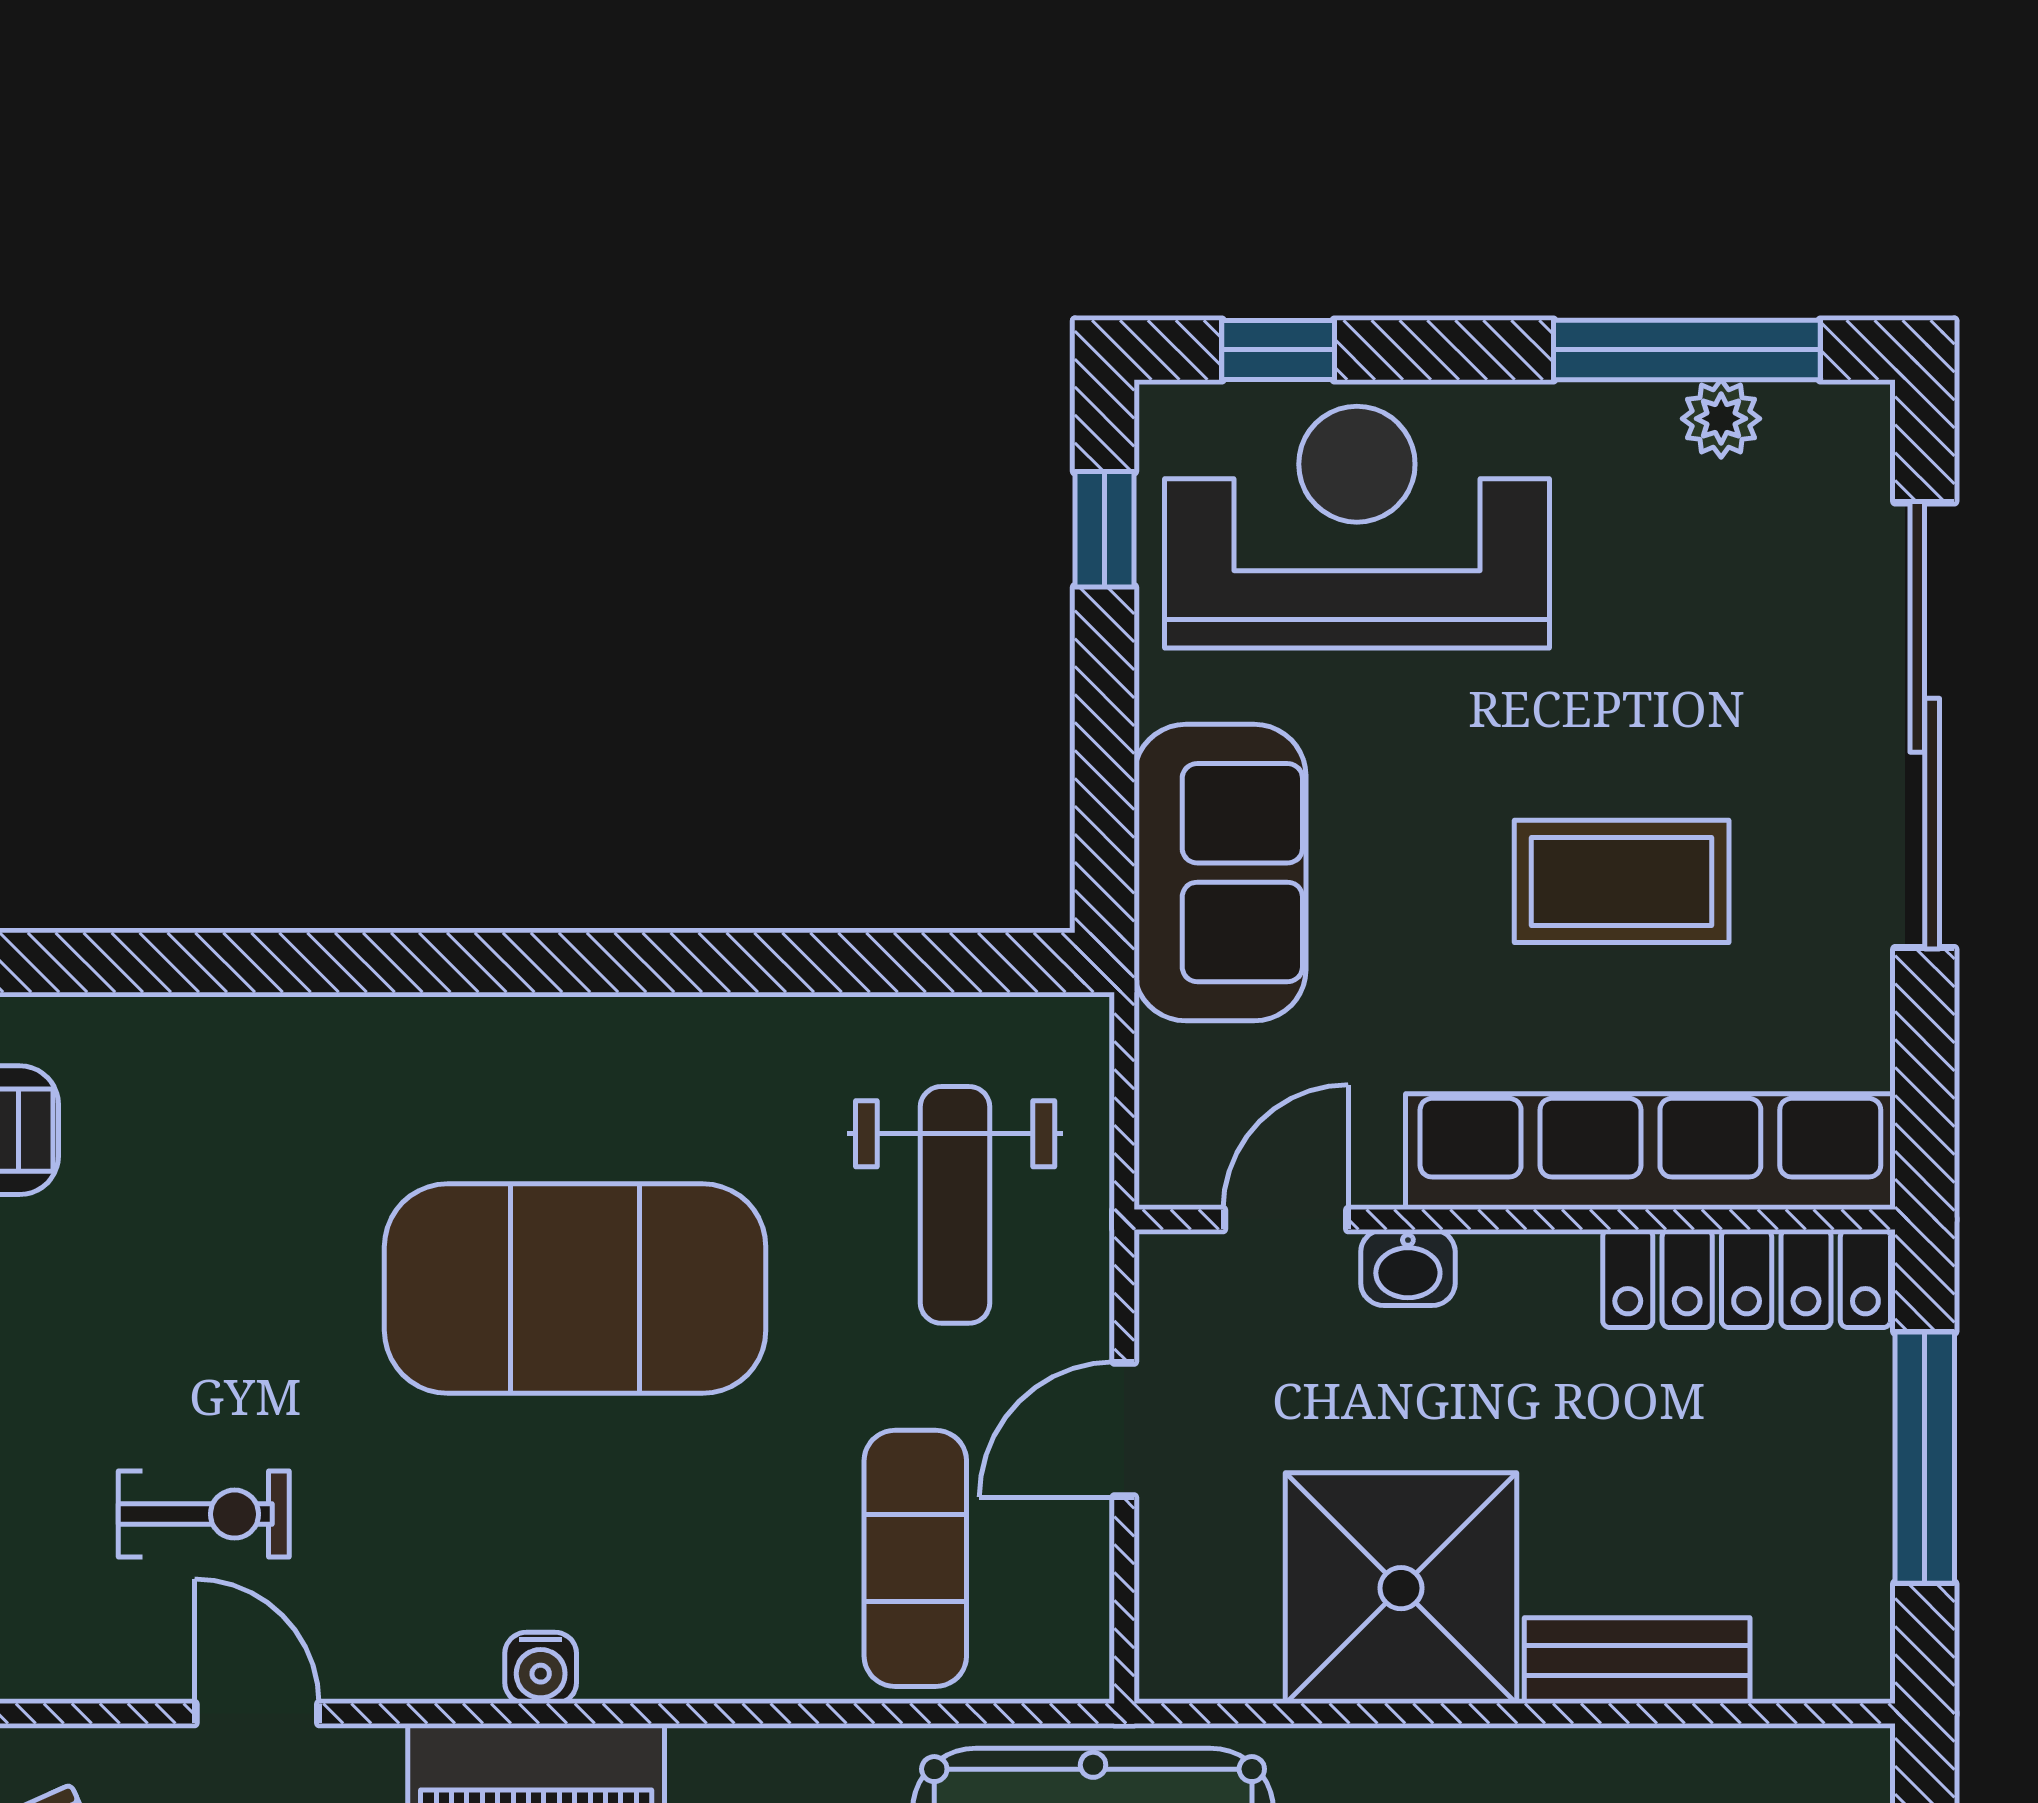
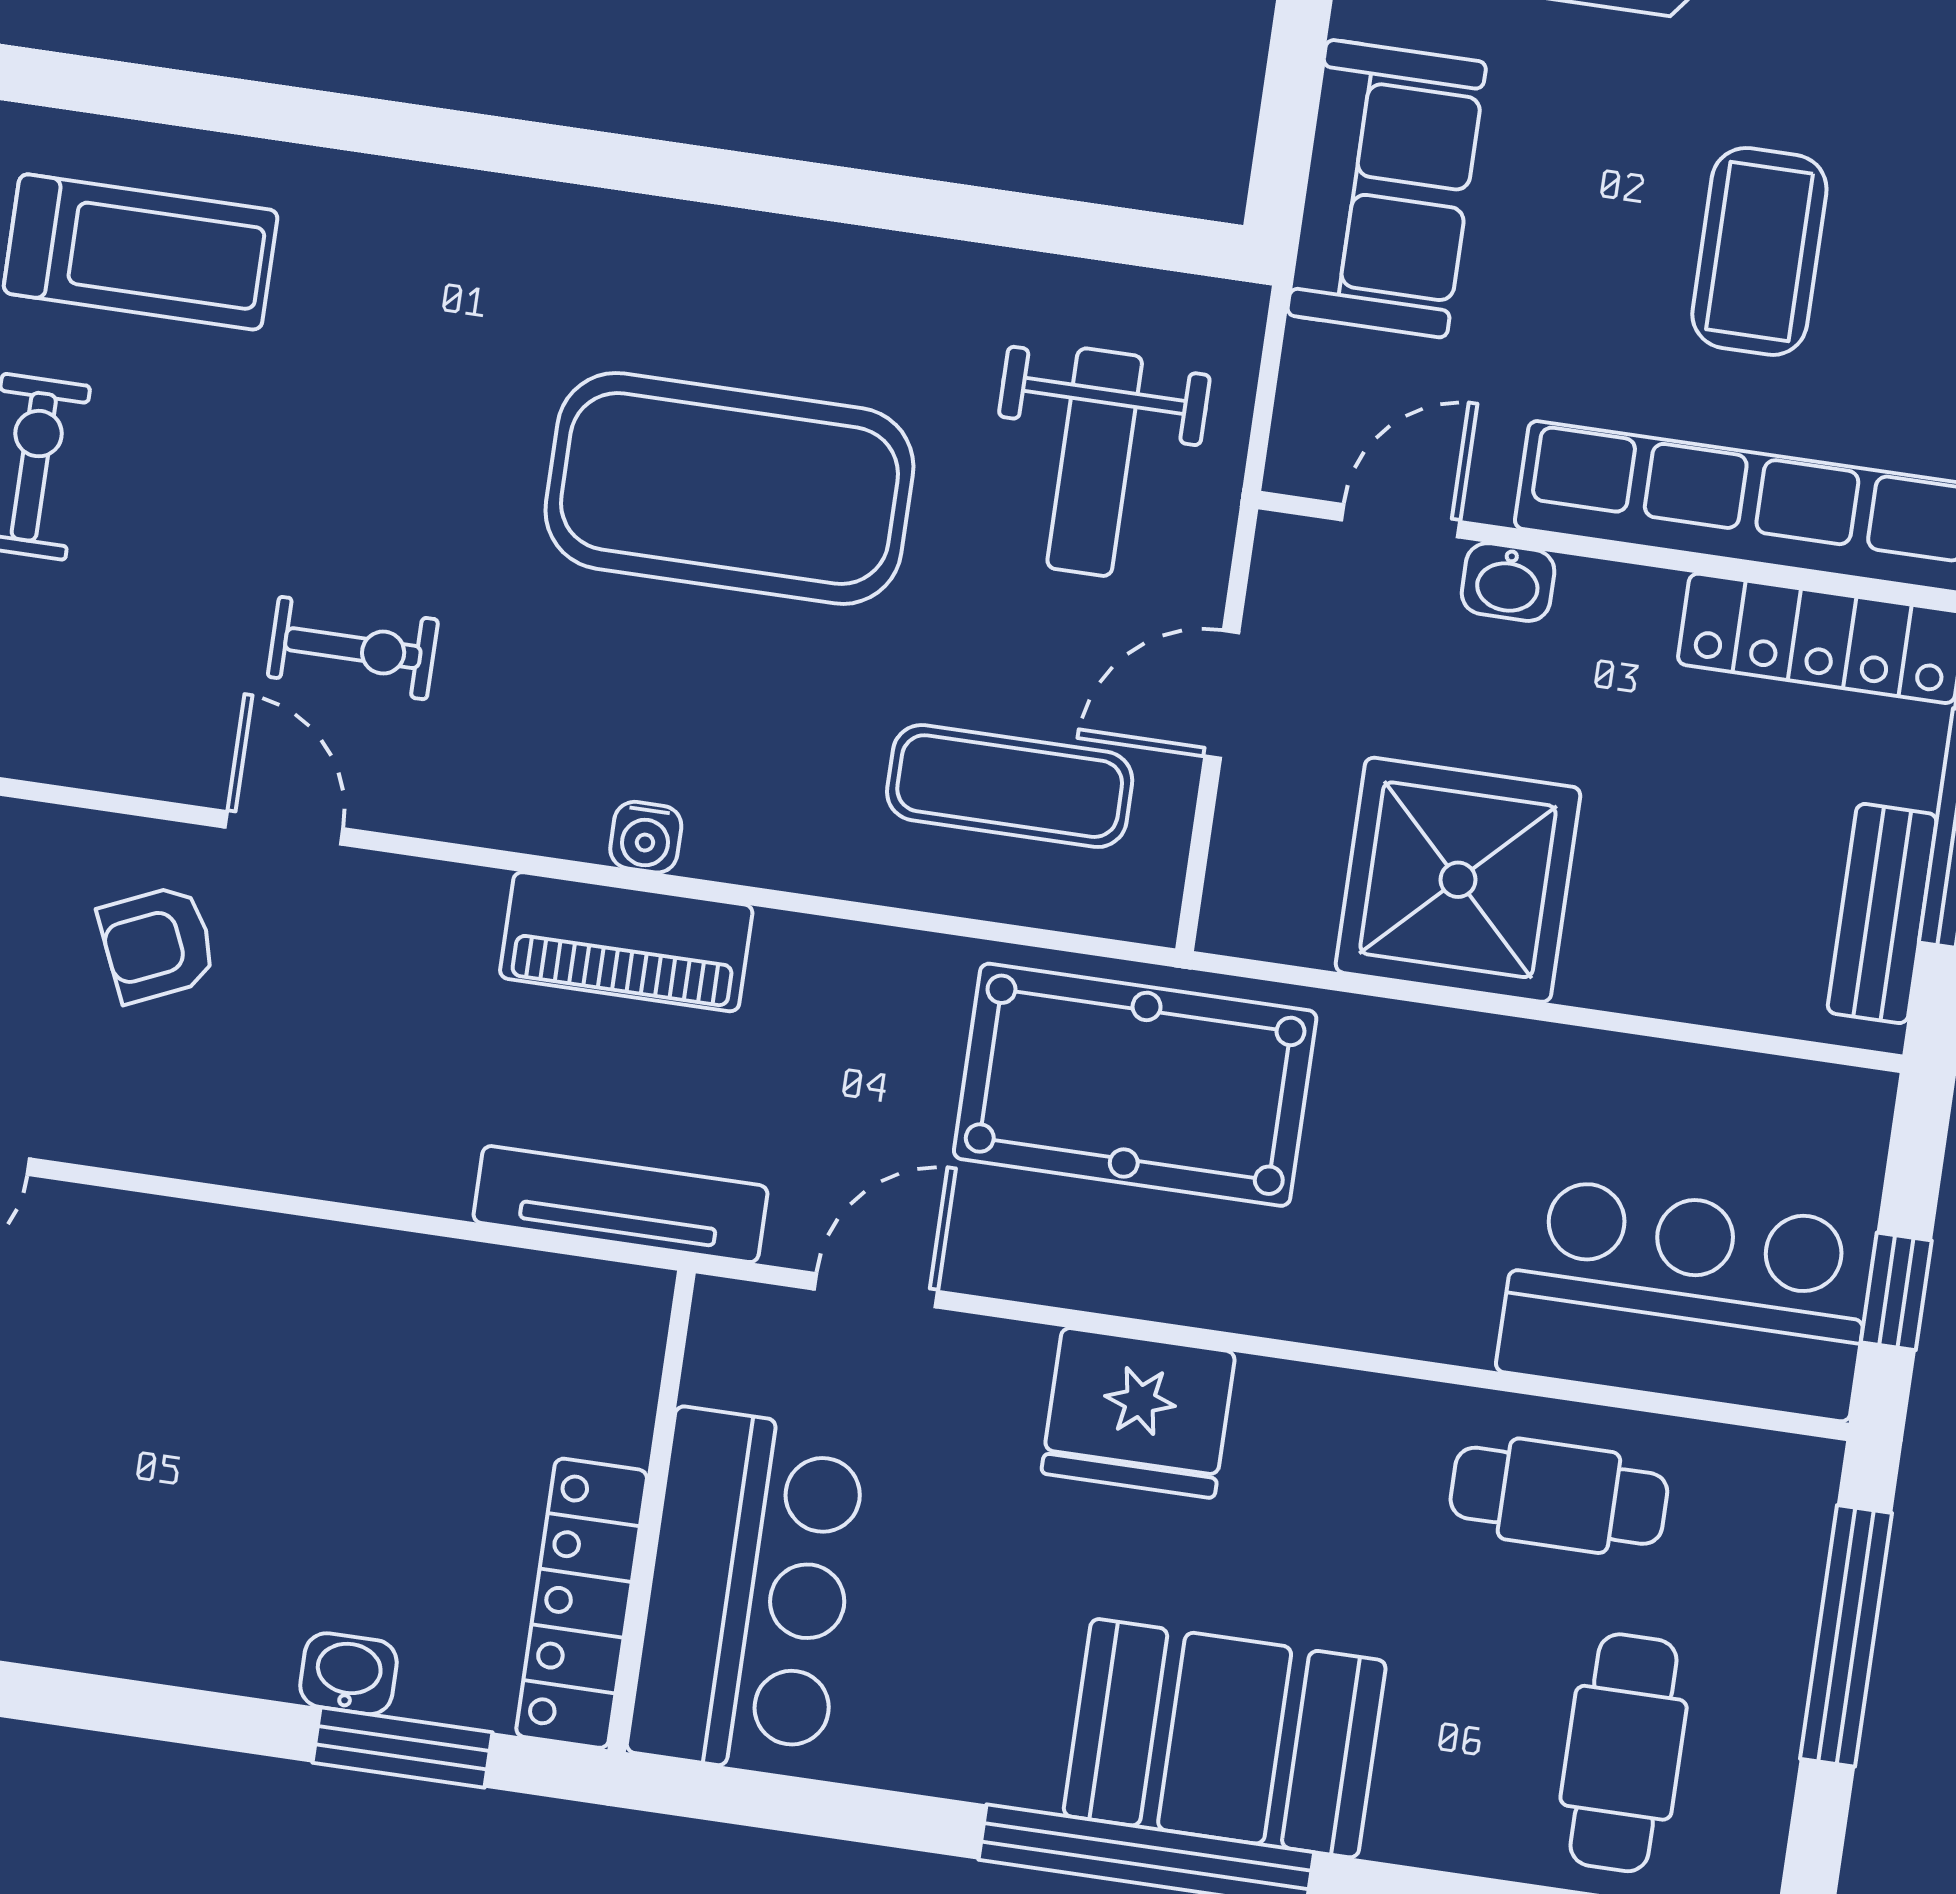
coffee table: (1622, 881) -> (1759, 251), turned 90
exercise mat: (915, 1558) -> (1010, 786), turned 90
bench: (1637, 1661) -> (1882, 914), moved, turned 90
door: (257, 1714) -> (284, 828), moved

